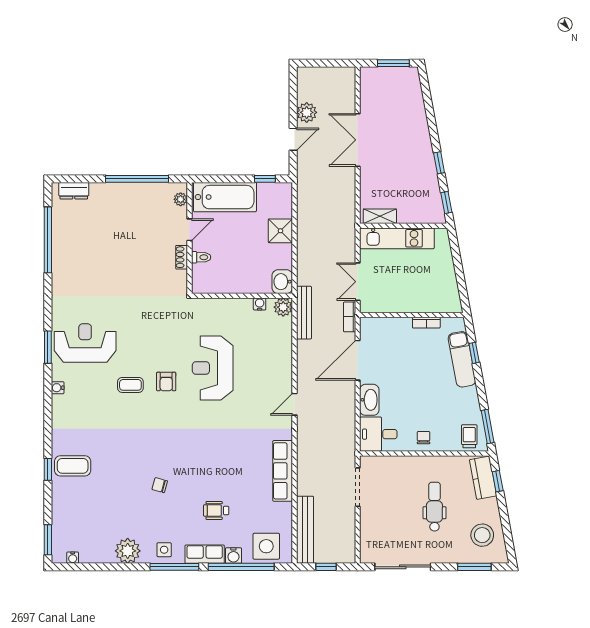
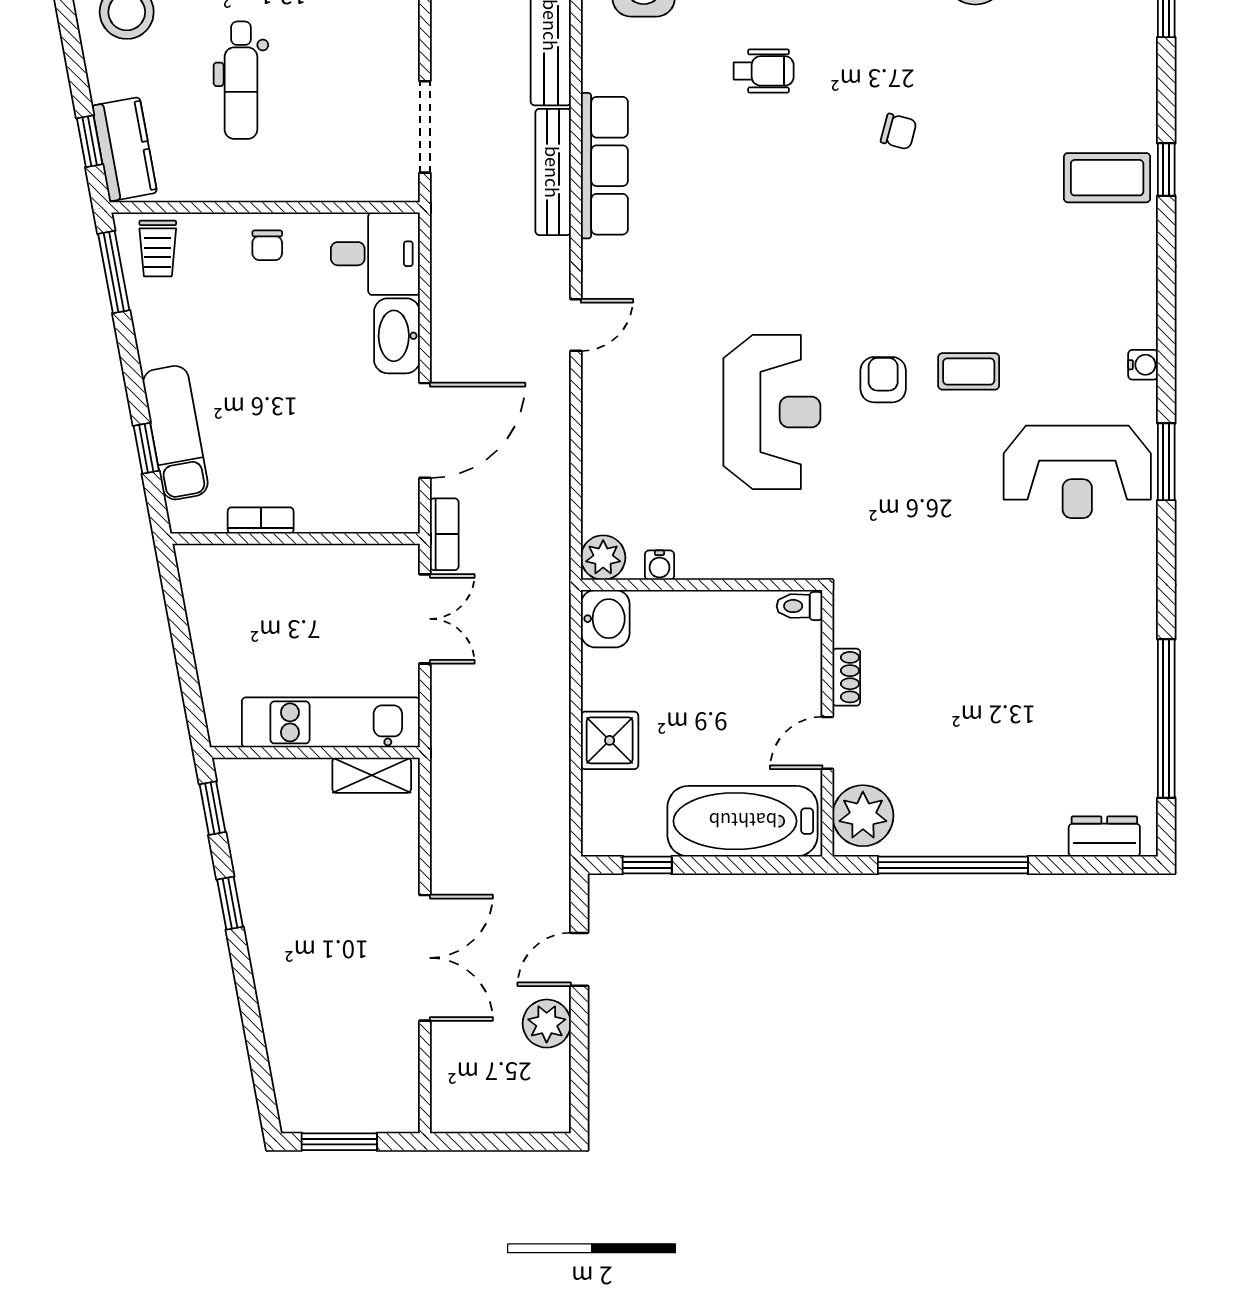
plant: (181, 199) -> (863, 816), width x1.87, depth x1.87
toilet: (201, 257) -> (800, 606), moved
bench: (304, 313) -> (553, 172), moved

